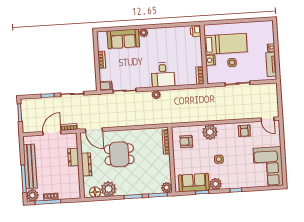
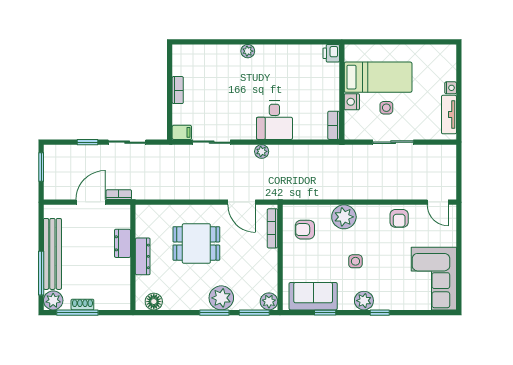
sofa: (123, 39) -> (215, 59), removed
door: (94, 130) -> (242, 202), moved
plant: (216, 184) -> (364, 301), moved
plant: (109, 189) -> (221, 298), moved

